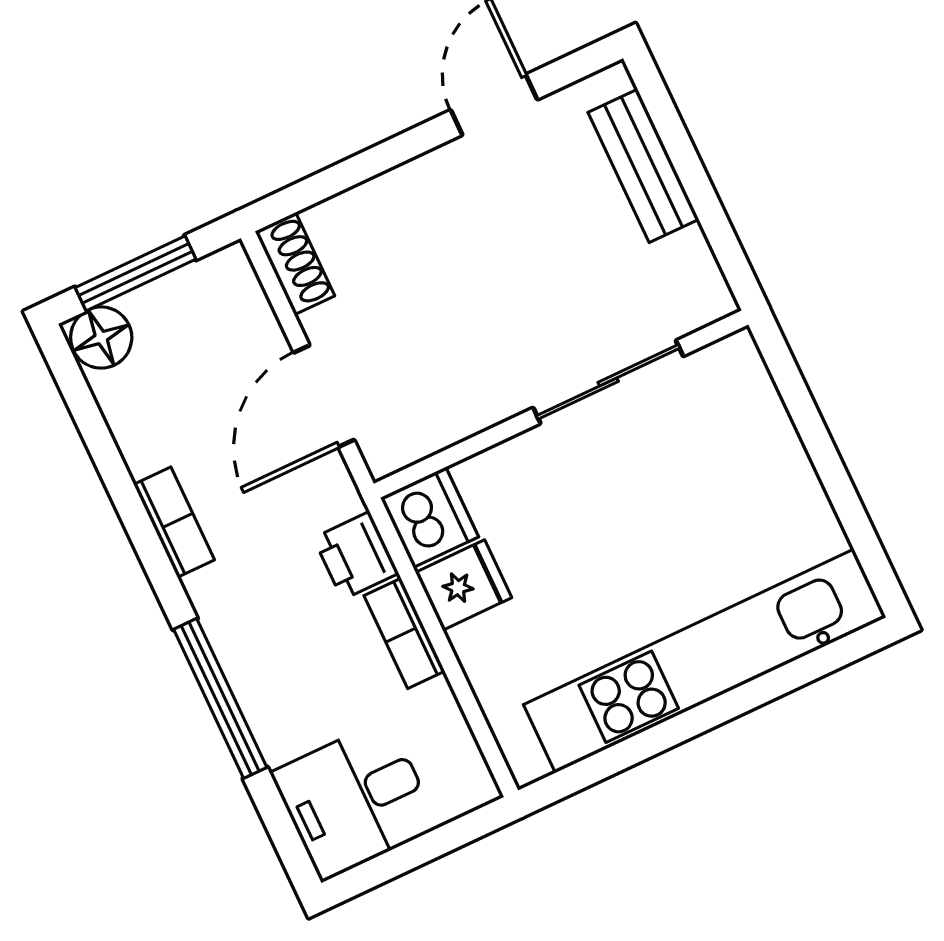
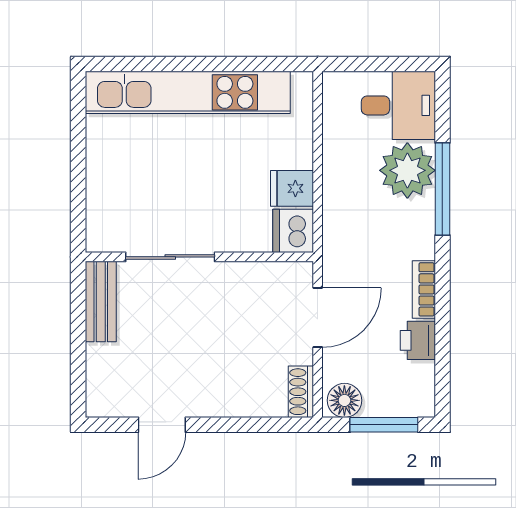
bench: (643, 166) -> (101, 302), moved
floor lamp: (101, 338) -> (344, 400), moved
printer: (356, 556) -> (418, 340), moved, turned 180
bookcase: (404, 633) -> (334, 178), removed
plant: (291, 702) -> (407, 170), added

